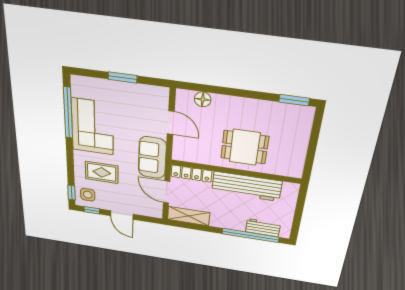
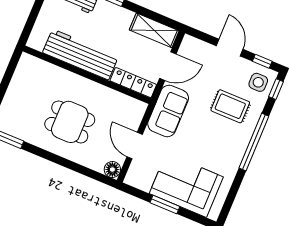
floor lamp: (203, 99) -> (112, 170), moved
window: (68, 113) -> (254, 142), moved
corner sofa: (92, 127) -> (186, 185), moved, turned 90
dining table: (245, 147) -> (70, 122), moved
door: (167, 192) -> (168, 66), hinge flipped

